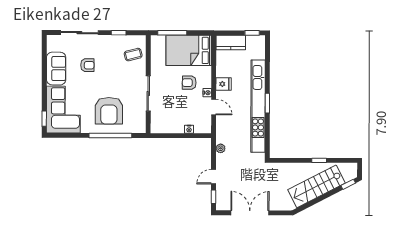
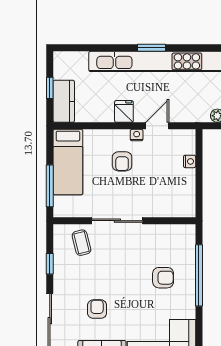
window: (252, 33) -> (50, 88), moved
bed: (189, 50) -> (68, 162), width x0.67
sliding door: (148, 94) -> (117, 221), moved
armchair: (109, 111) -> (163, 278), width x0.53, depth x0.53

